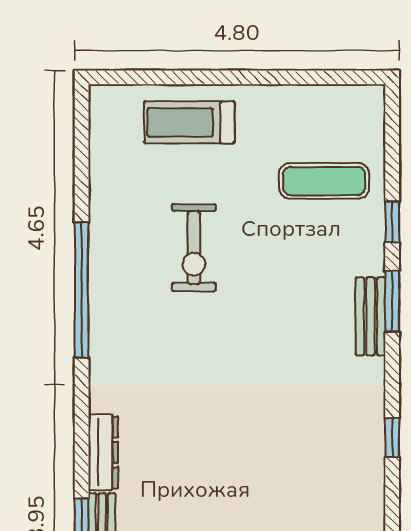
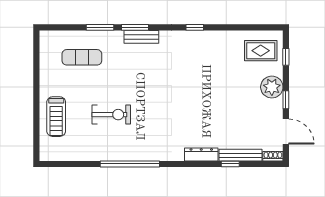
exercise mat: (324, 181) -> (82, 57), turned 90
window: (392, 222) -> (100, 27), width x1.50

